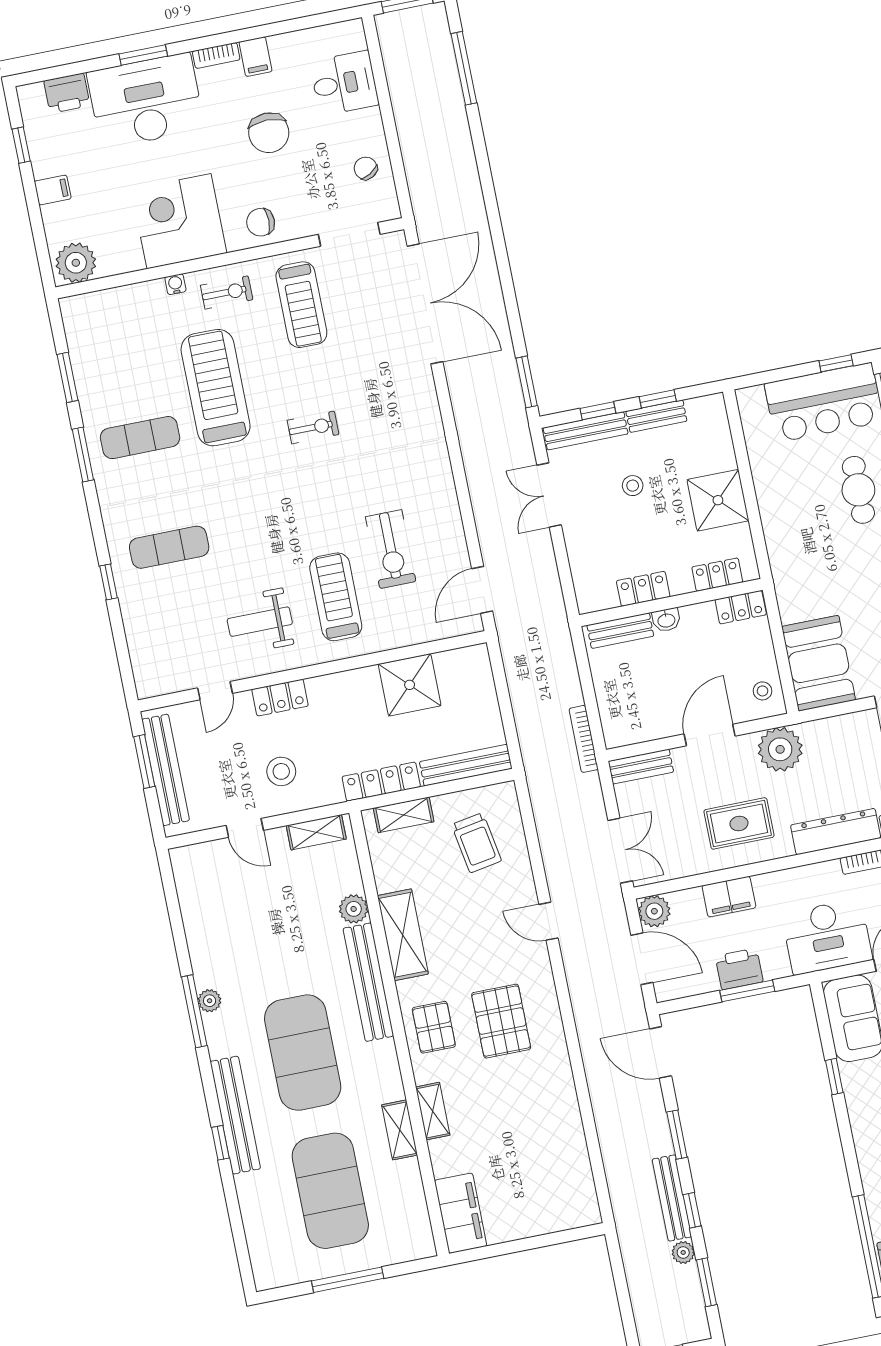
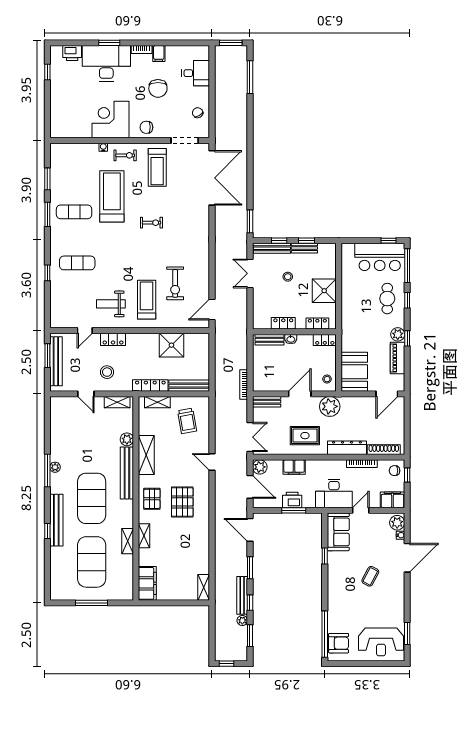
filing cabinet: (53, 190) -> (57, 95), removed
plant: (76, 263) -> (61, 129), removed
shelving: (585, 1197) -> (204, 587), added

